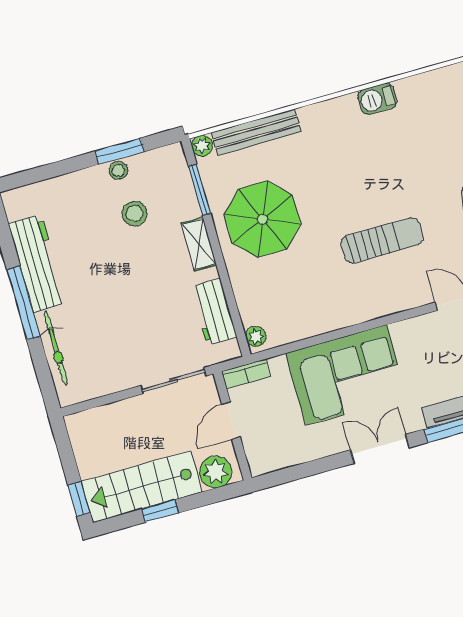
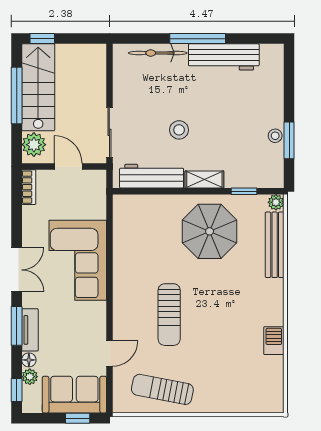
window: (200, 190) -> (244, 191), width x0.67
stool: (135, 213) -> (179, 130), moved
workbench: (214, 312) -> (152, 176), width x1.38
plant: (256, 336) -> (125, 202), removed
bookcase: (246, 374) -> (29, 187), moved, turned 180
window: (160, 511) -> (17, 96), width x2.17

